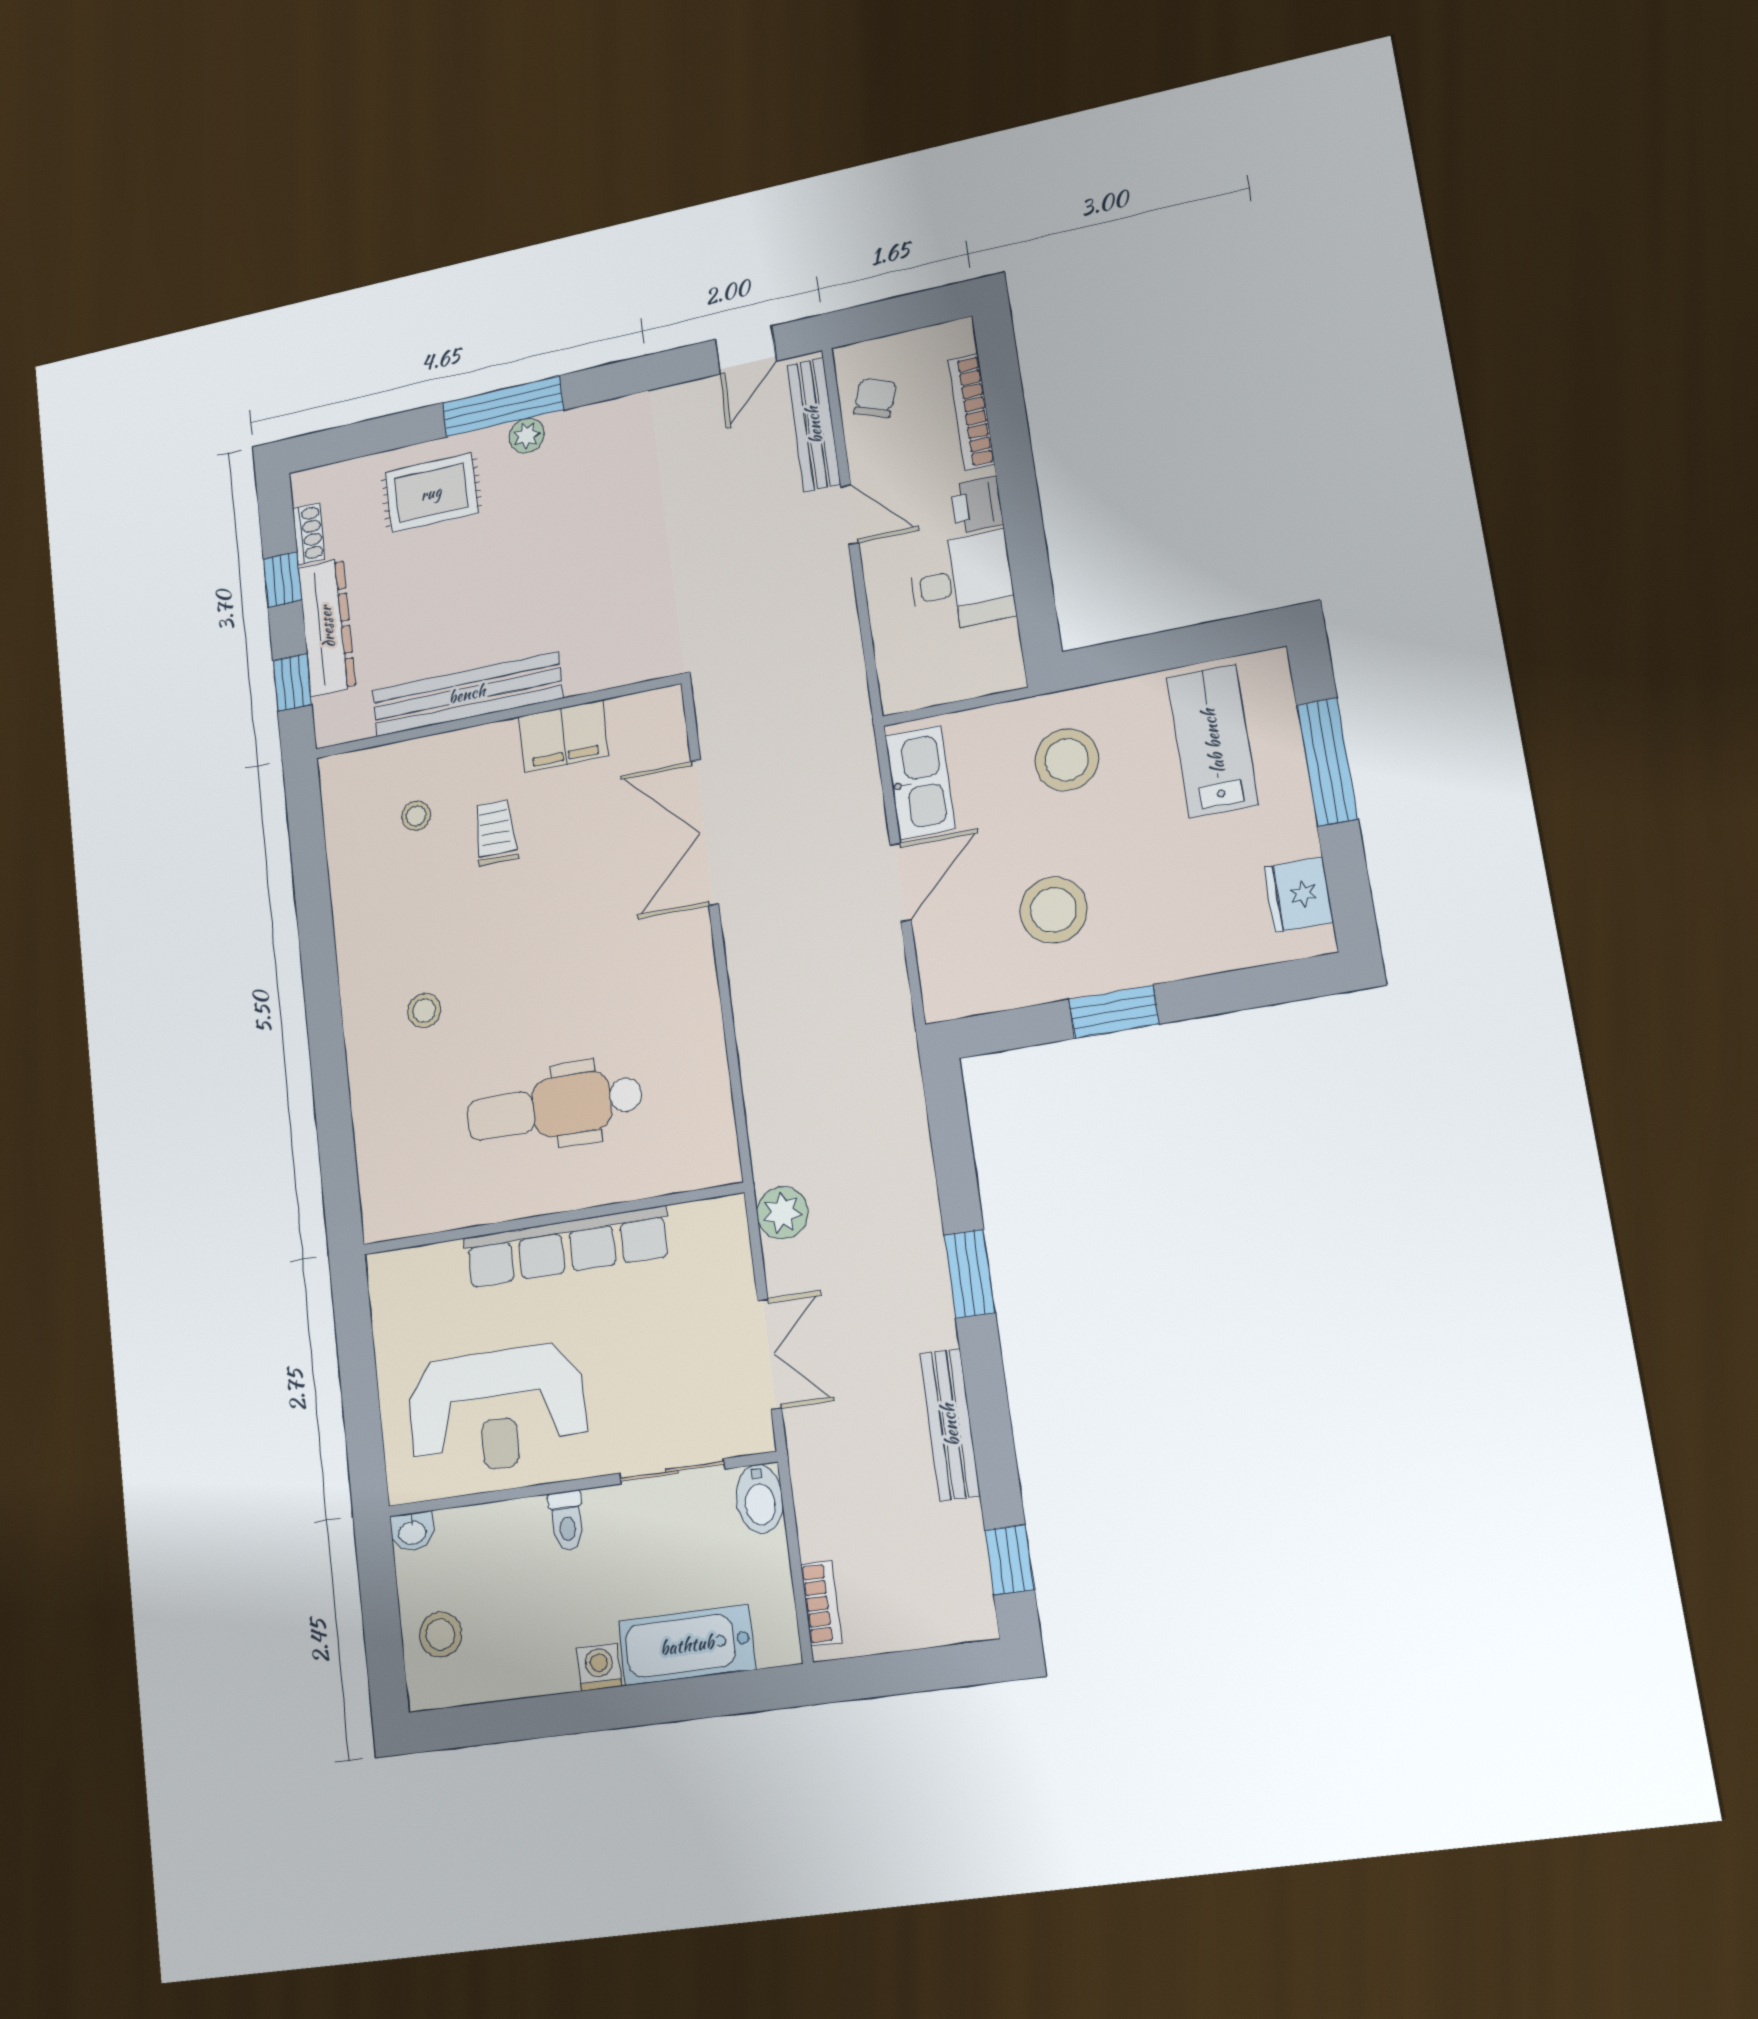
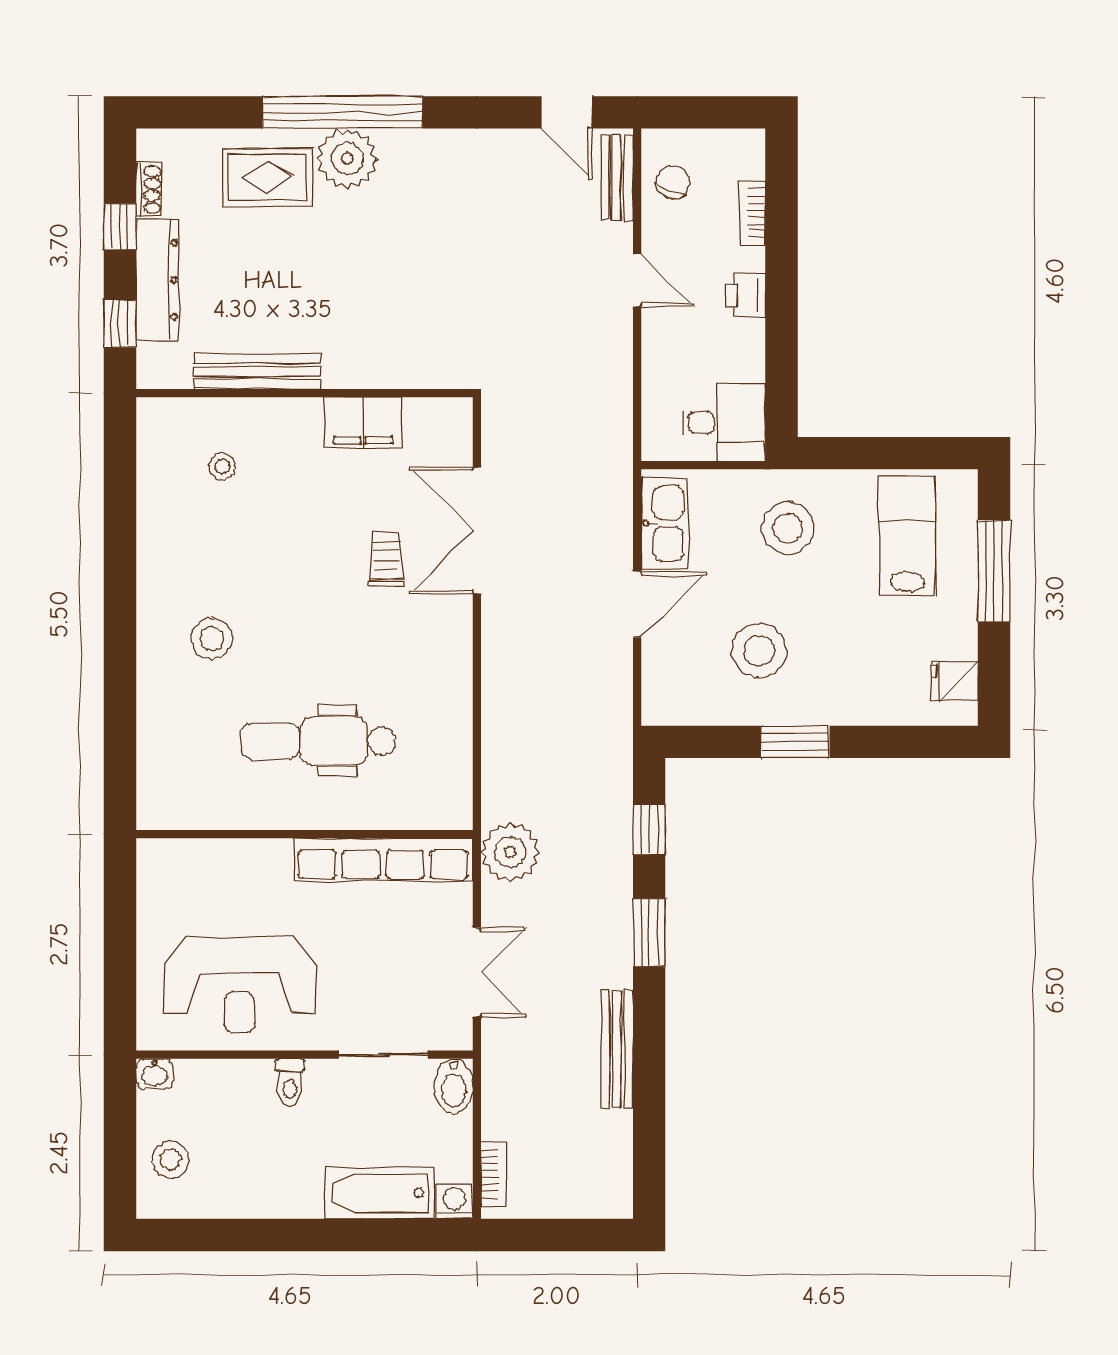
door: (746, 350) -> (567, 112), hinge flipped
window: (503, 406) -> (342, 112), width x1.46
bookcase: (971, 412) -> (753, 213), width x0.64
bench: (814, 425) -> (617, 178), width x0.73
plant: (527, 436) -> (347, 158), width x1.87, depth x1.87
desk: (962, 582) -> (724, 422), moved
bench: (467, 694) -> (258, 371), width x0.73, depth x0.82
trolley: (495, 832) -> (386, 559), moved
fridge: (1299, 895) -> (955, 681), width x0.72
stool: (424, 1011) -> (212, 639), width x1.37, depth x1.37
plant: (782, 1213) -> (510, 852), width x1.36, depth x1.36
row of seats: (567, 1247) -> (383, 859), moved
window: (1009, 1560) -> (649, 830), moved
washing machine: (599, 1667) -> (454, 1202), moved

